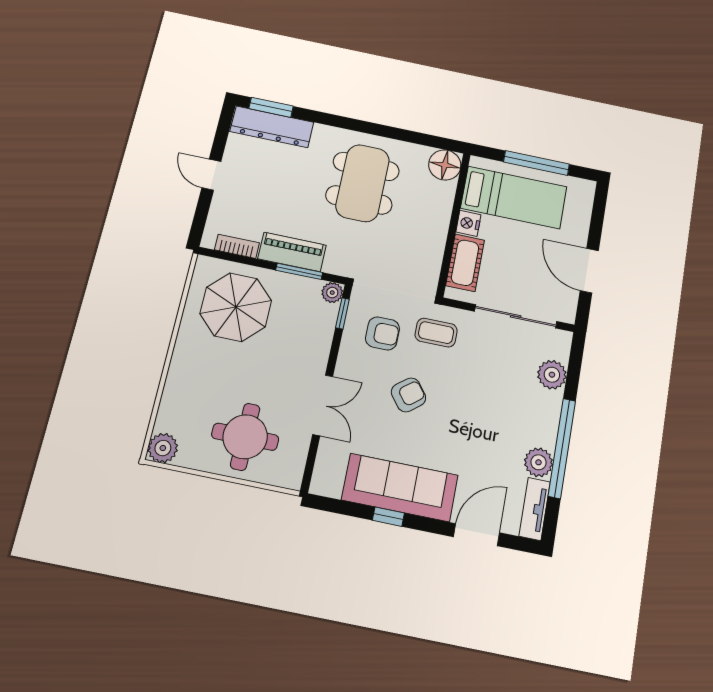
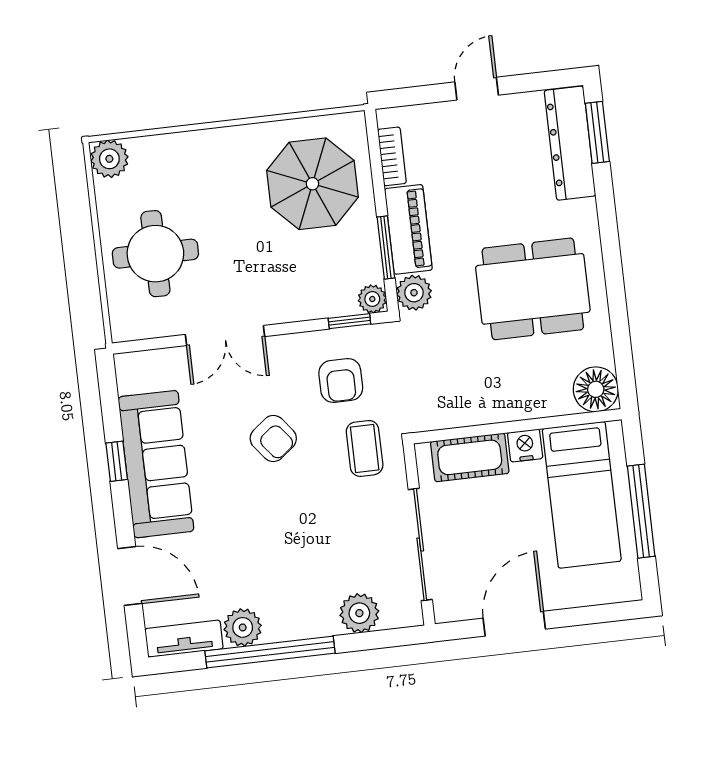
plant: (338, 263) -> (414, 293), added

